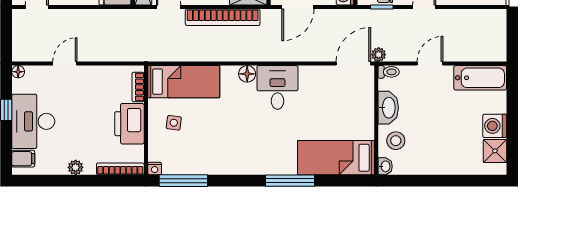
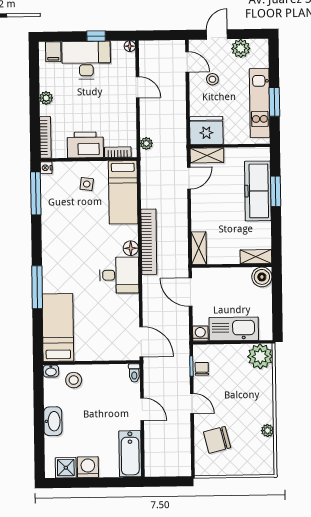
bookcase: (223, 17) -> (149, 242), moved, turned 180
plant: (379, 55) -> (146, 143), moved
washbasin: (388, 108) -> (53, 421), moved, turned -90

